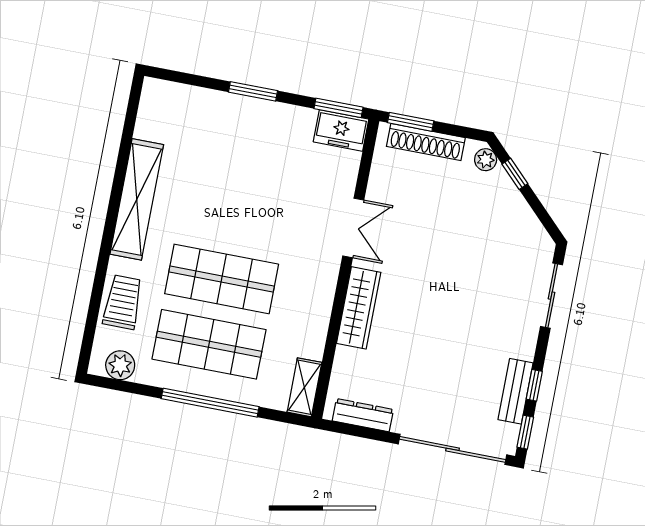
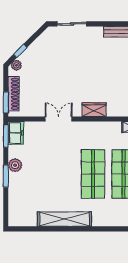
plant: (272, 116) -> (15, 165), added
trolley: (123, 302) -> (112, 216), removed
wardrobe: (359, 308) -> (94, 110), width x0.67
window: (534, 385) -> (114, 24), removed

